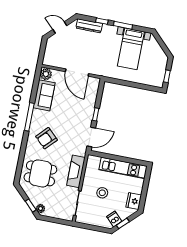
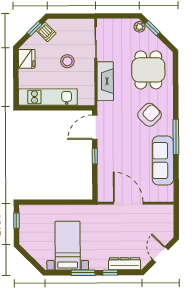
door: (60, 28) -> (160, 254), swing flipped
plant: (46, 74) -> (166, 194), removed
sofa: (44, 95) -> (163, 161), width x1.36
dining table: (40, 173) -> (148, 70), turned 90

